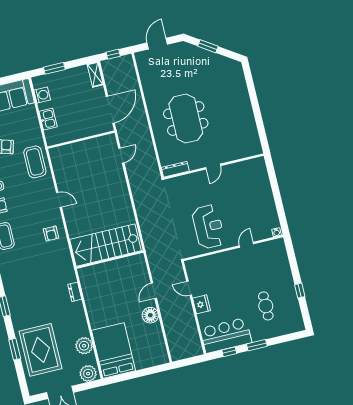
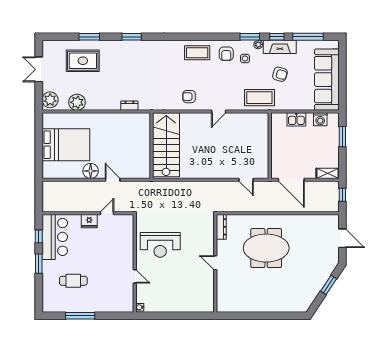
window: (300, 291) -> (80, 316), width x2.17
rug: (40, 350) -> (83, 61), width x0.73, depth x0.69
bed: (114, 350) -> (66, 145), moved

